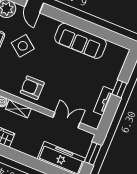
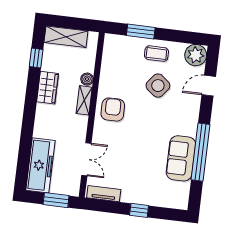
window: (86, 26) -> (201, 152), added
sofa: (81, 41) -> (181, 158), width x0.73
tv unit: (103, 101) -> (104, 194), moved

